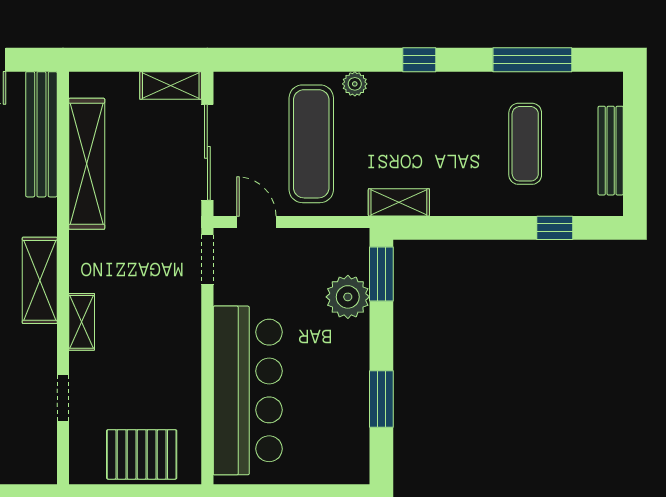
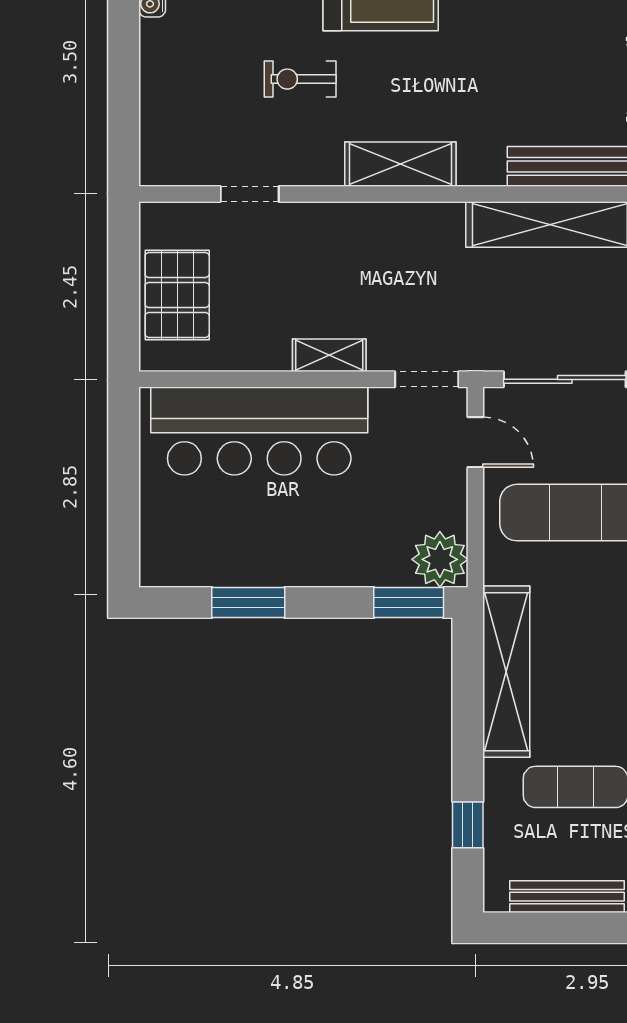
shelving: (399, 202) -> (506, 672), width x2.20, depth x1.33
door: (256, 222) -> (475, 442), hinge flipped
plant: (348, 297) -> (440, 559), moved
shelving: (82, 322) -> (329, 355), moved

